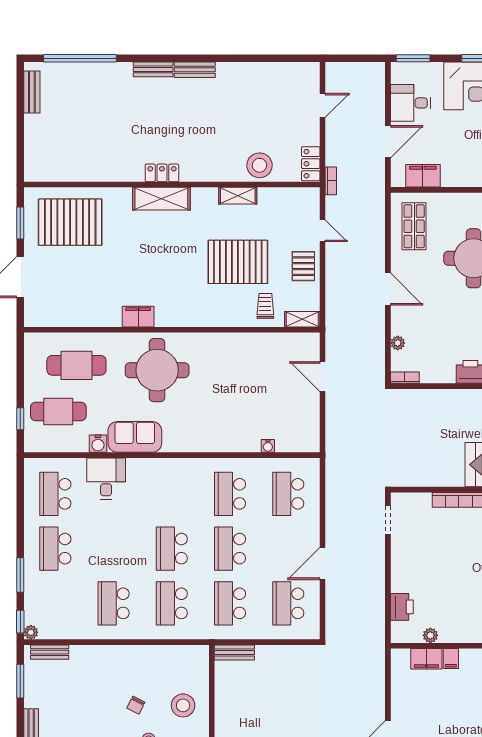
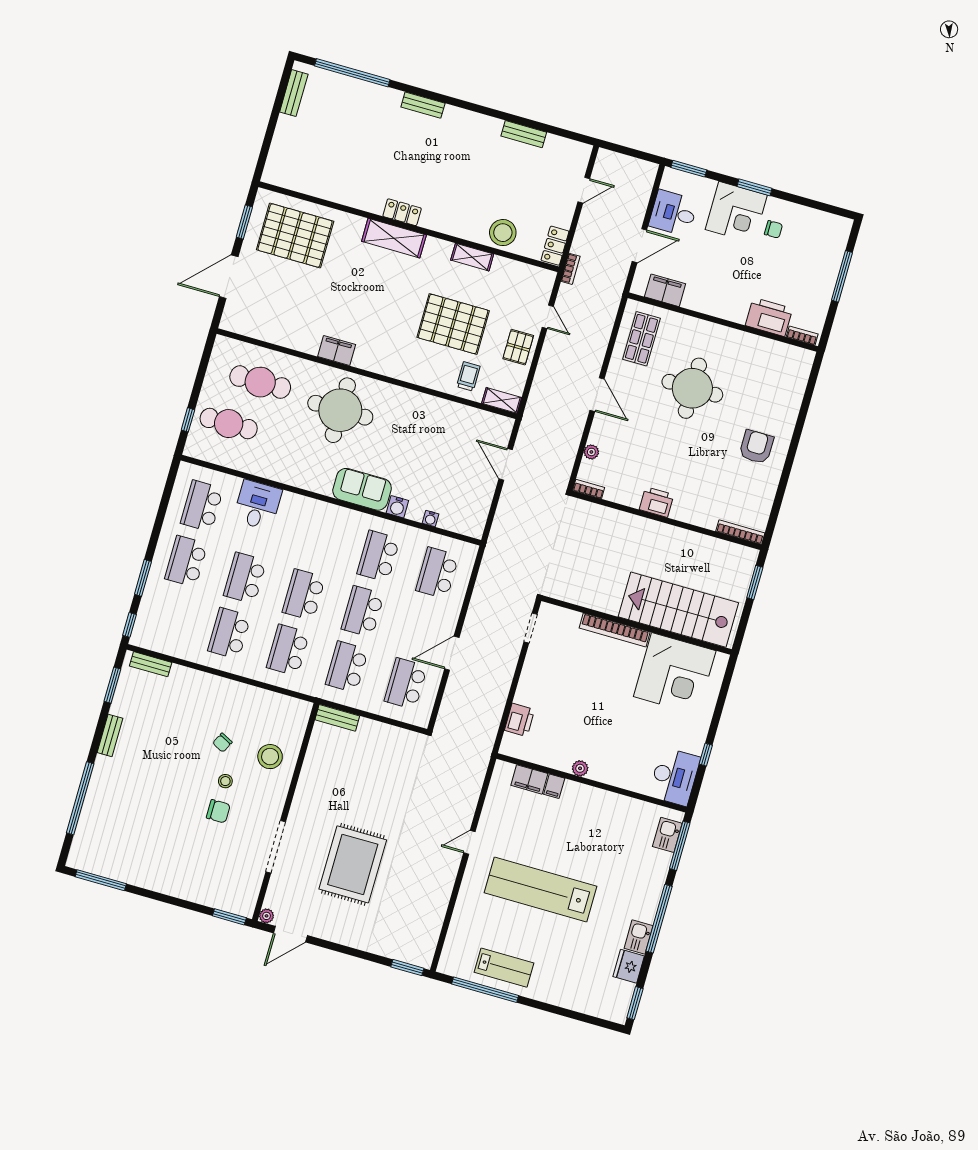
bench: (195, 70) -> (524, 134), moved
sofa: (135, 437) -> (362, 489), moved
water cooler: (98, 444) -> (397, 507), moved
school desk: (114, 549) -> (245, 578), added
plant: (31, 632) -> (137, 639), removed
plant: (430, 635) -> (580, 768), moved

